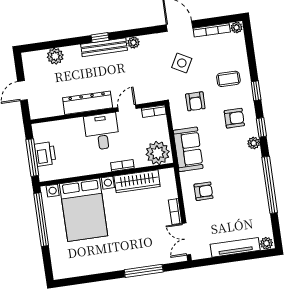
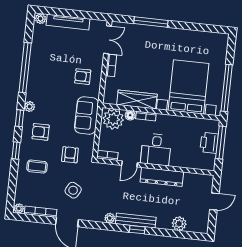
floor lamp: (140, 162) -> (130, 115), added

